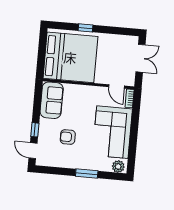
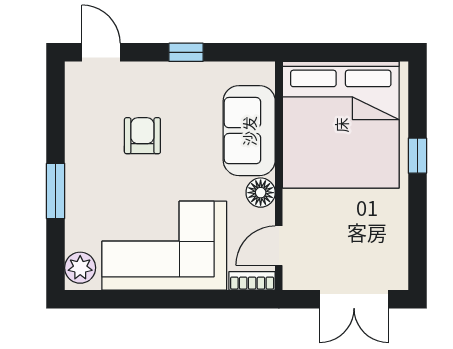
floor lamp: (95, 92) -> (261, 193), added
sofa: (52, 100) -> (249, 131), moved, turned 90
window: (35, 130) -> (186, 52), moved
door: (33, 151) -> (101, 52), hinge flipped

